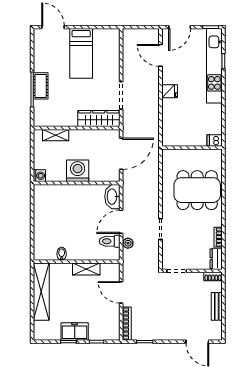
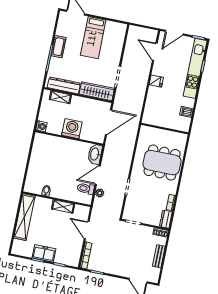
cot: (41, 86) -> (58, 47), moved
dresser: (57, 120) -> (64, 85), added
dishwasher: (215, 141) -> (186, 112), moved

